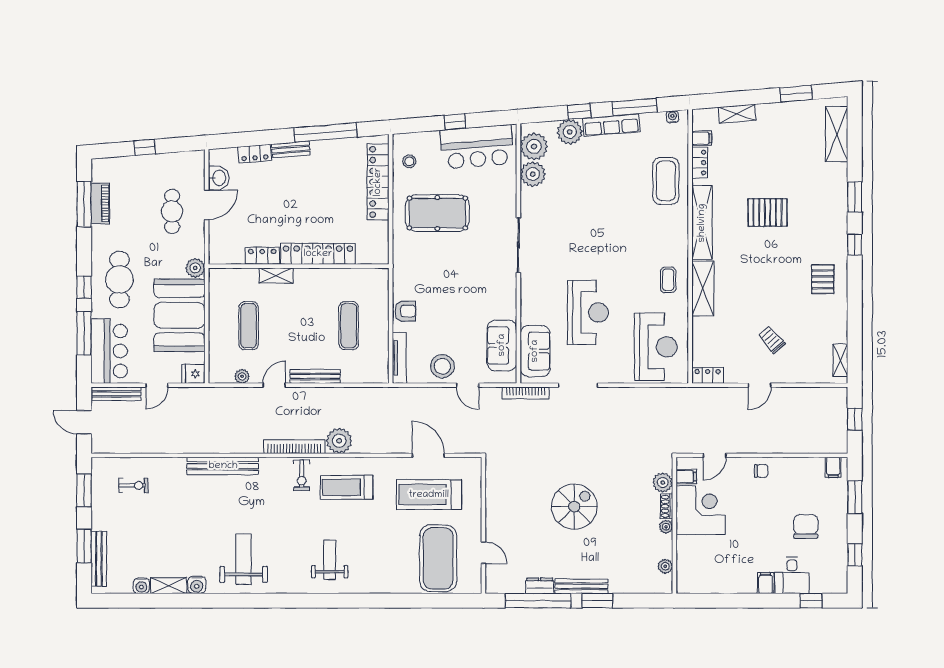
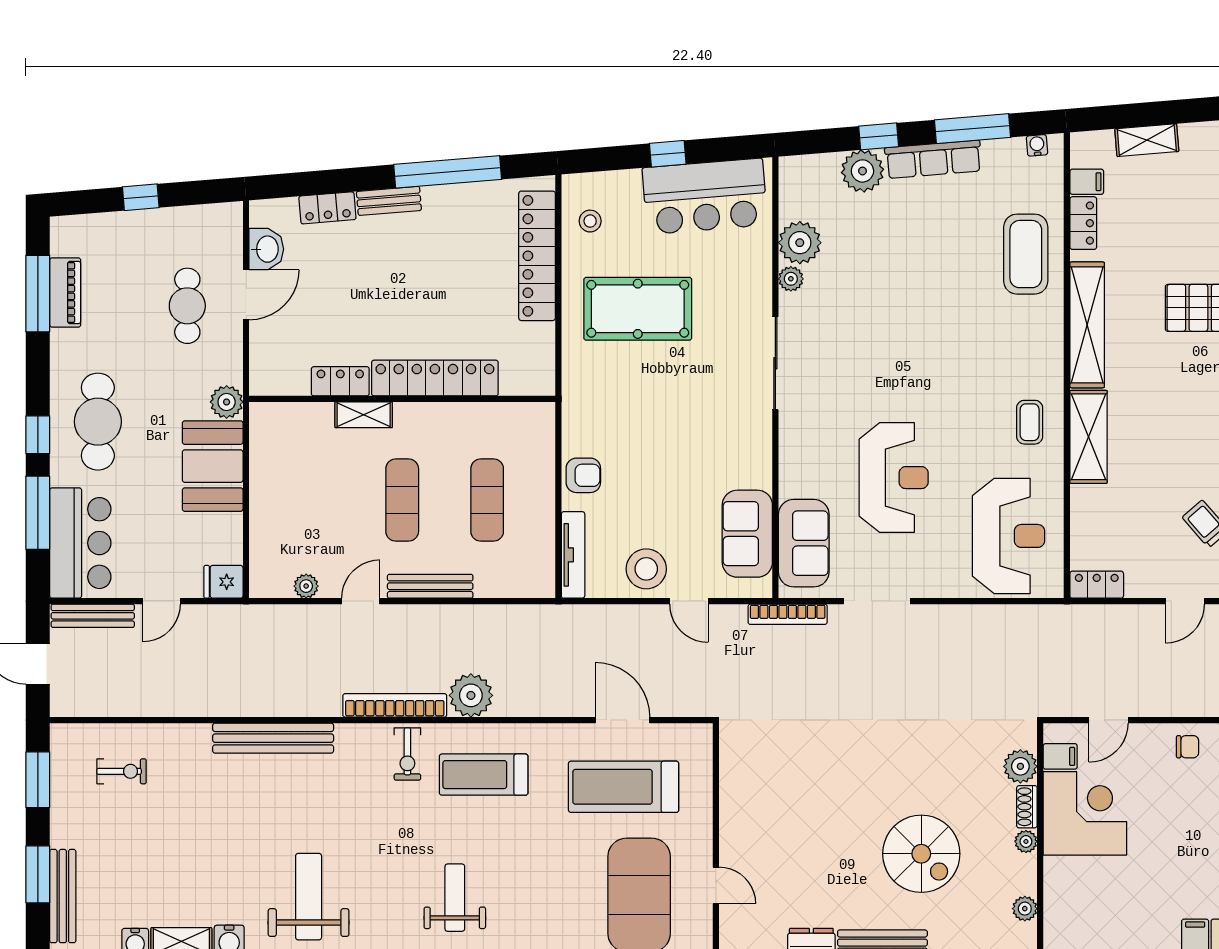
plant: (534, 146) -> (791, 279), moved, width x0.53, depth x0.53
booth: (179, 315) -> (213, 466), width x0.73, depth x0.70
exercise mat: (249, 326) -> (402, 500), moved
spiral stairs: (574, 507) -> (921, 854), moved, turned 90

